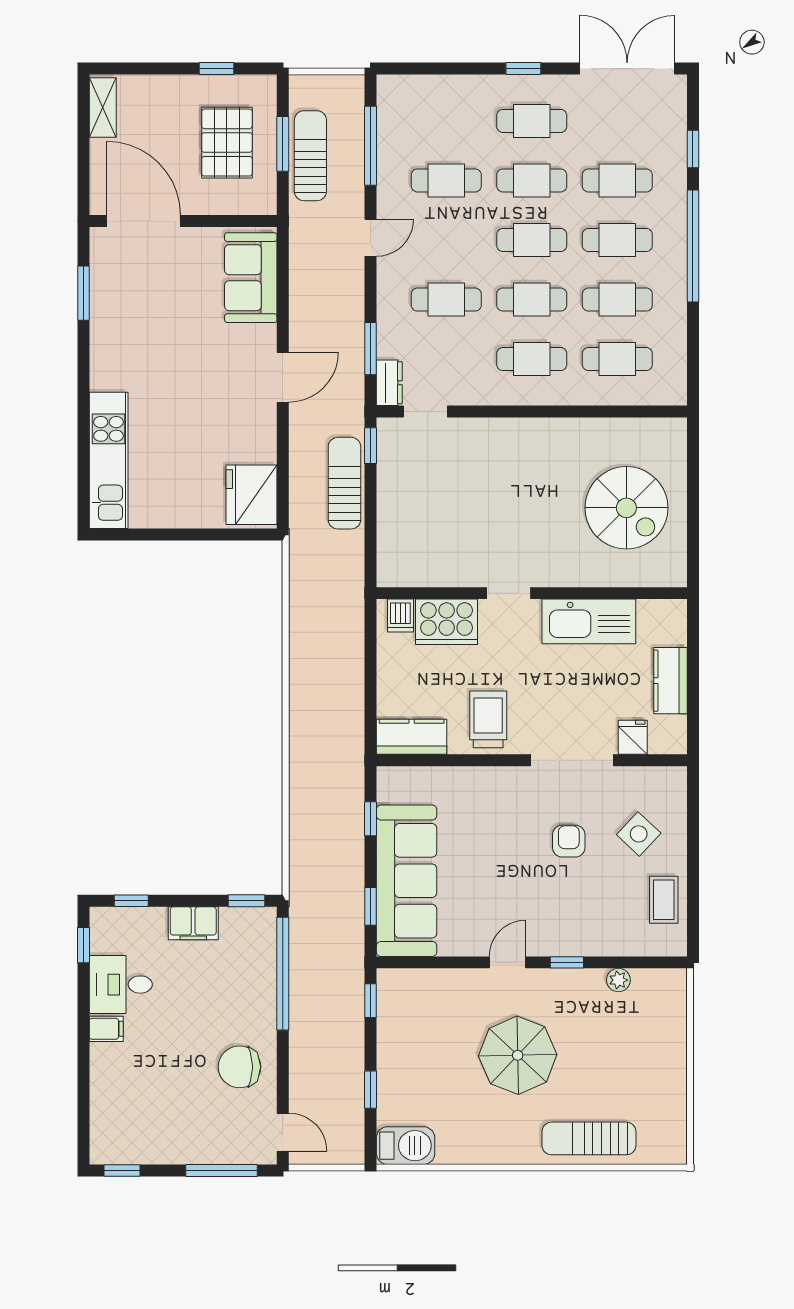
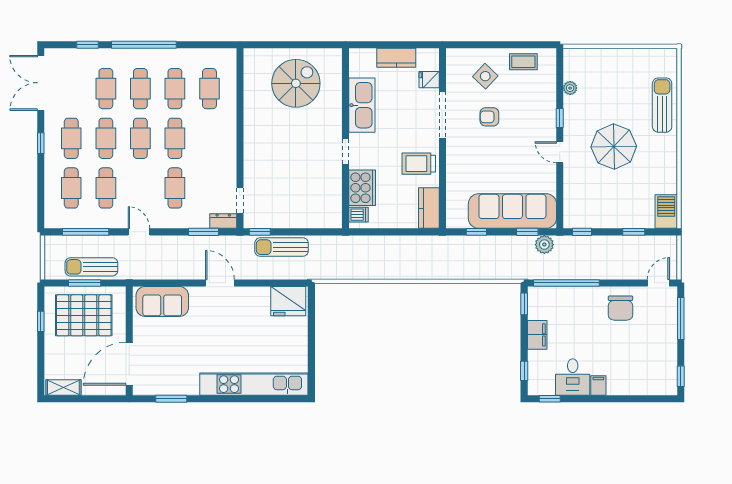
pallet: (227, 143) -> (84, 315), width x1.37, depth x1.41
cafe table: (532, 359) -> (71, 188), moved
kitchen unit: (109, 460) -> (254, 384), width x1.36
plant: (349, 936) -> (544, 245), added
sun lounger: (589, 1138) -> (662, 105), turned 180

